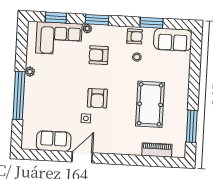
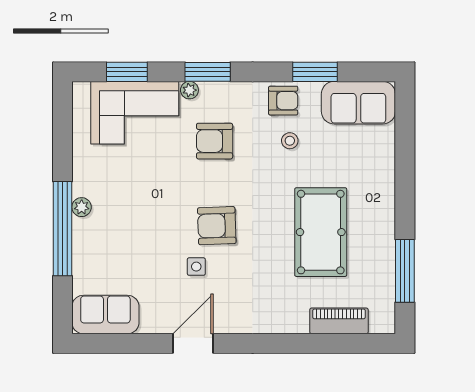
plant: (30, 72) -> (82, 207), moved
armchair: (97, 98) -> (217, 226), turned 88
sofa: (54, 141) -> (105, 315), moved

